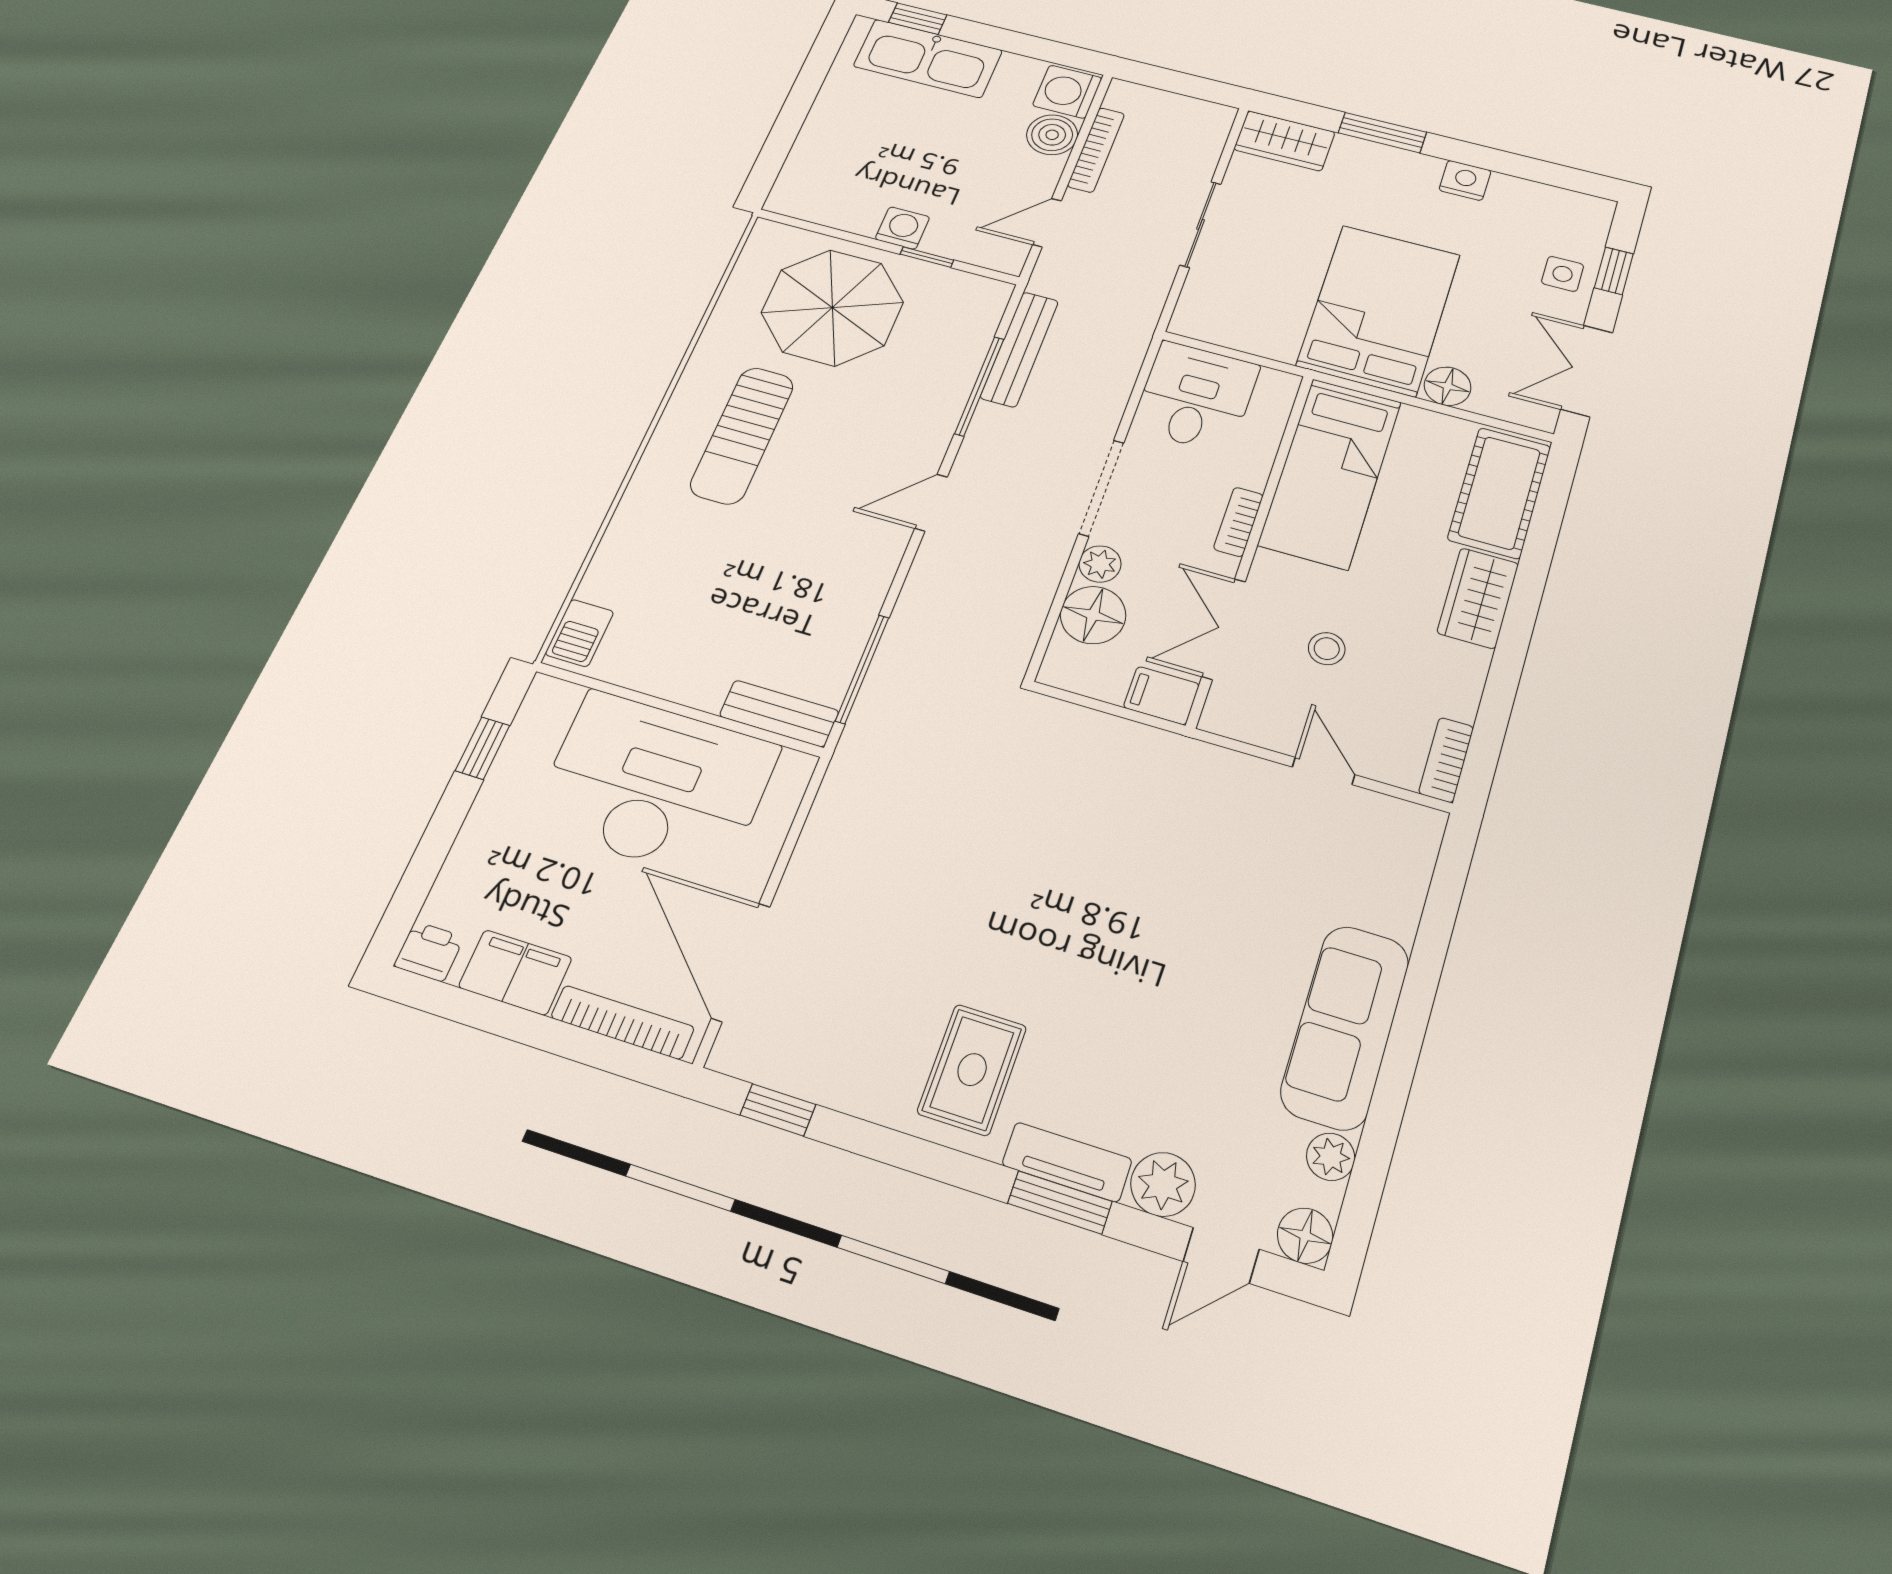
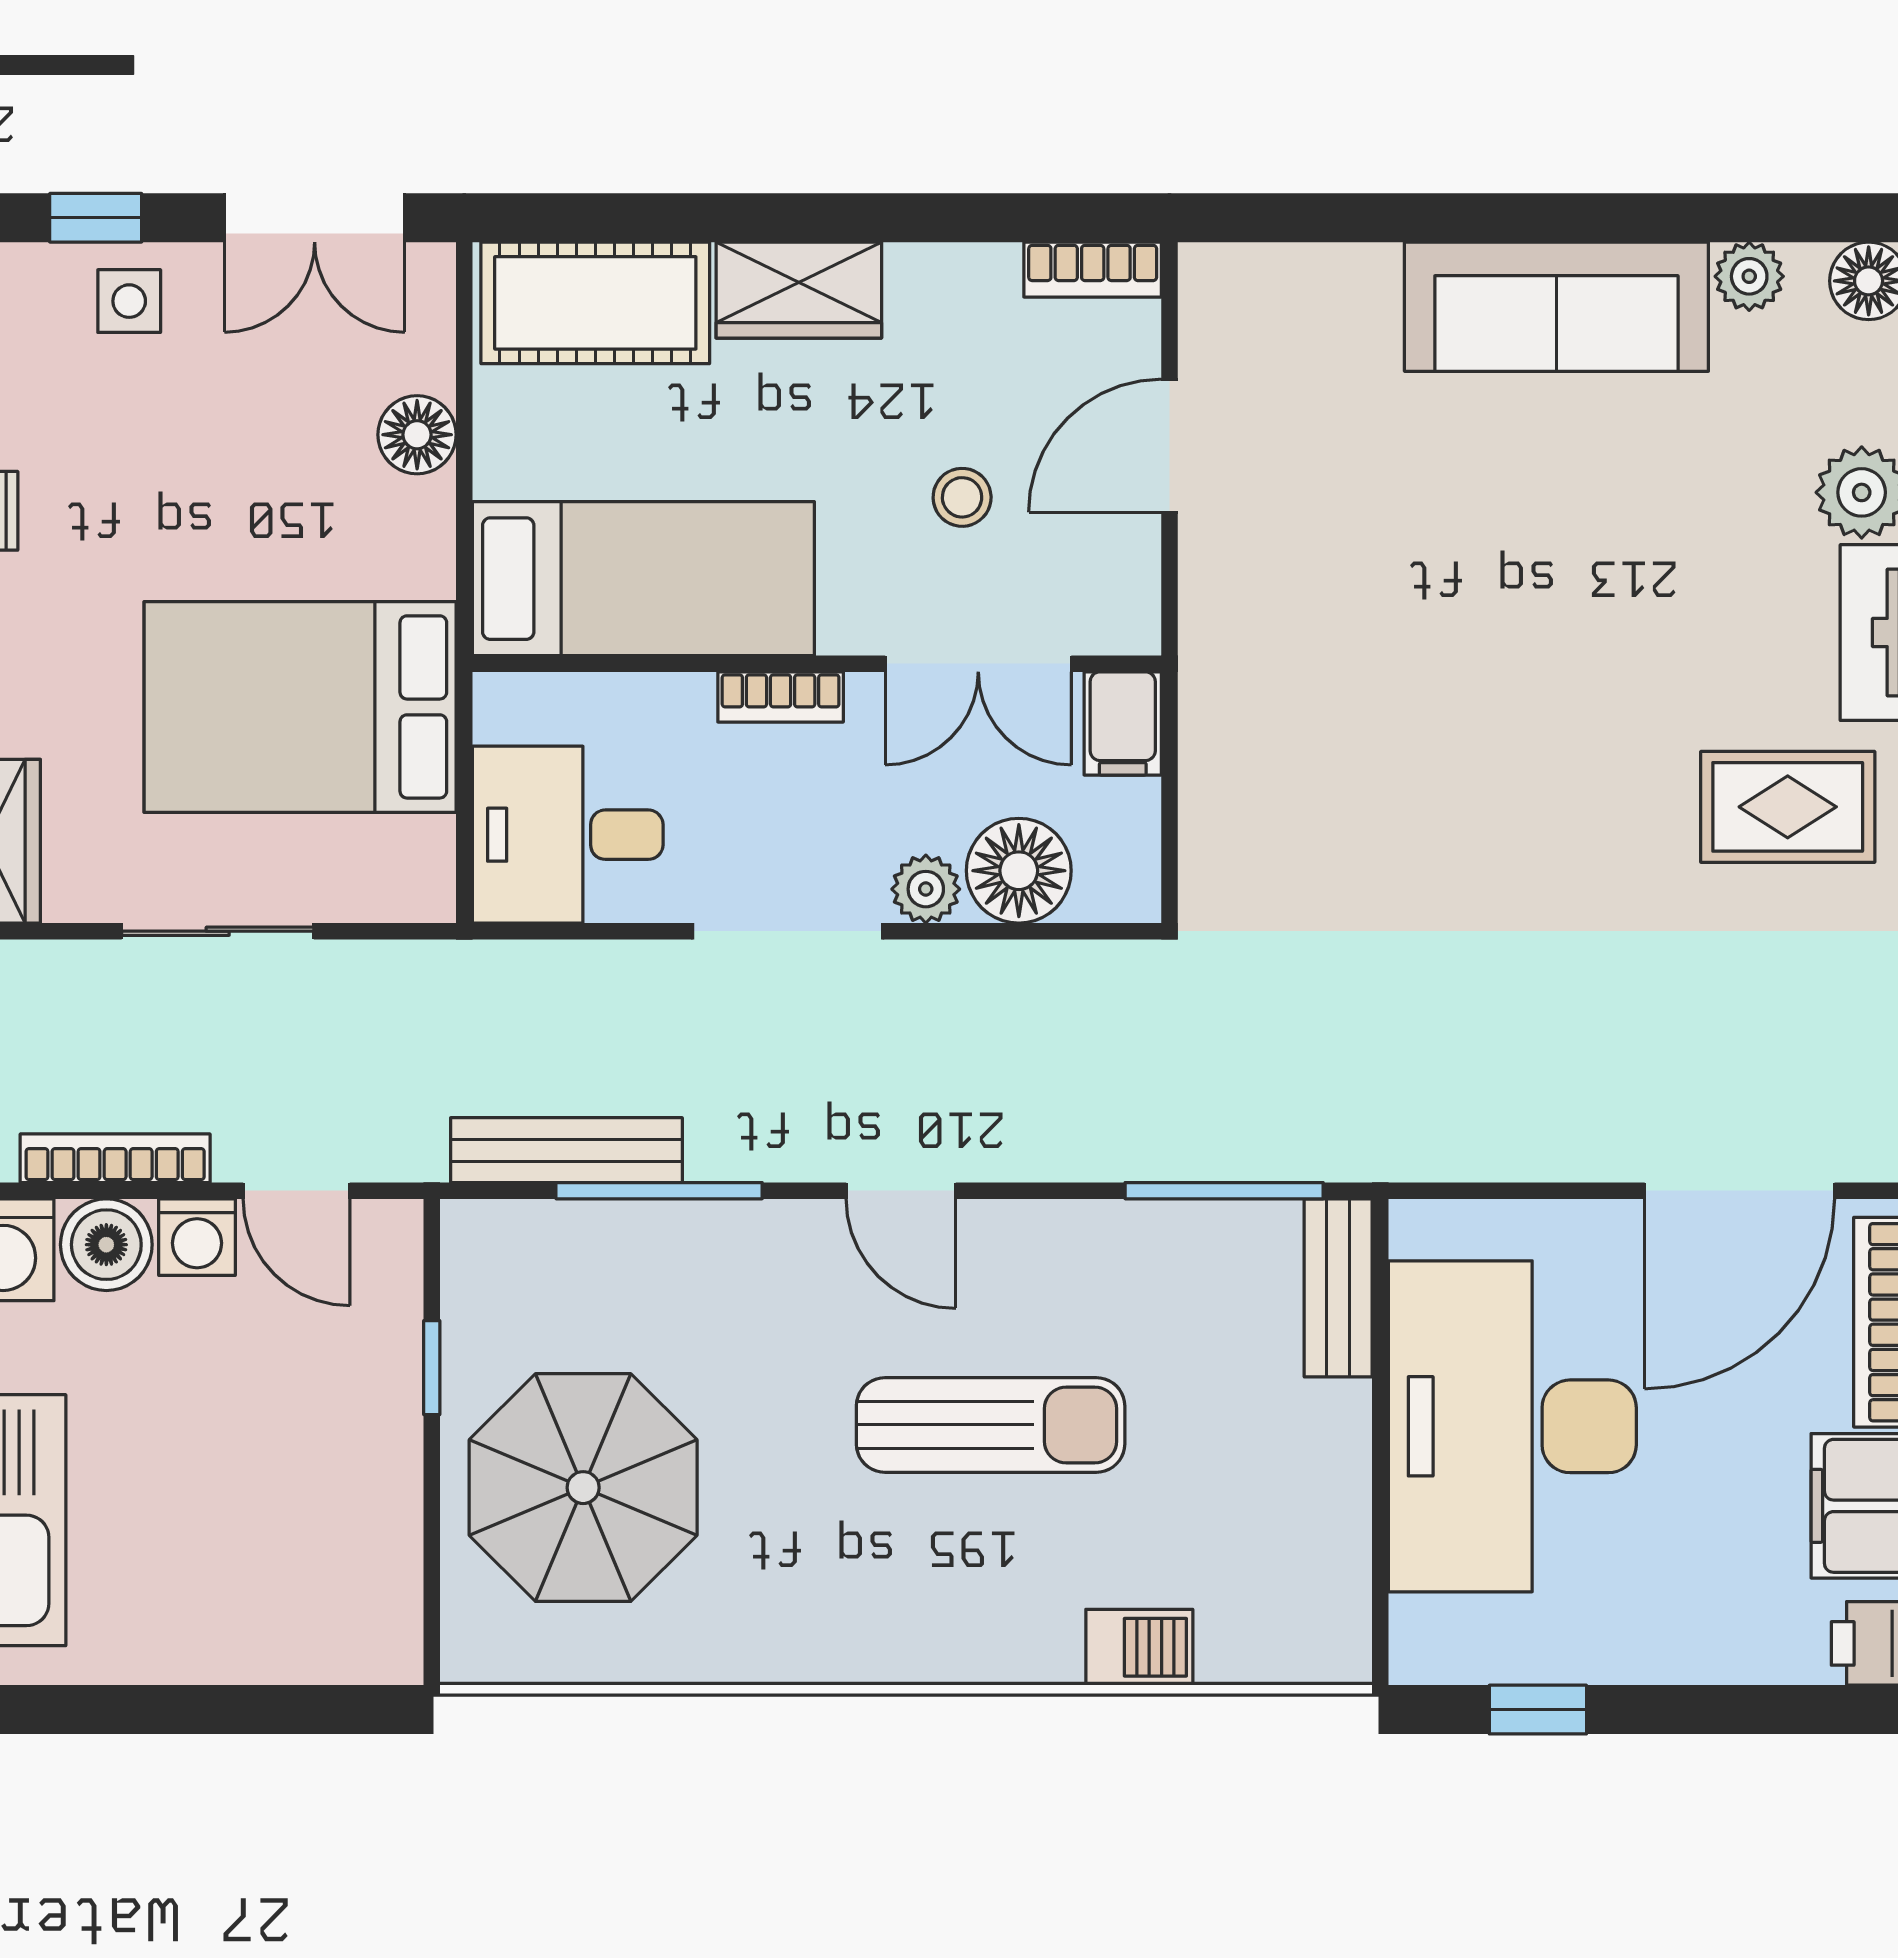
washing machine: (902, 228) -> (197, 1237), moved, turned -90
bed: (1379, 310) -> (300, 707), moved
sun lounger: (742, 435) -> (991, 1425), moved
barbecue: (579, 633) -> (1139, 1647), moved
door: (1324, 771) -> (1170, 446), width x1.38

